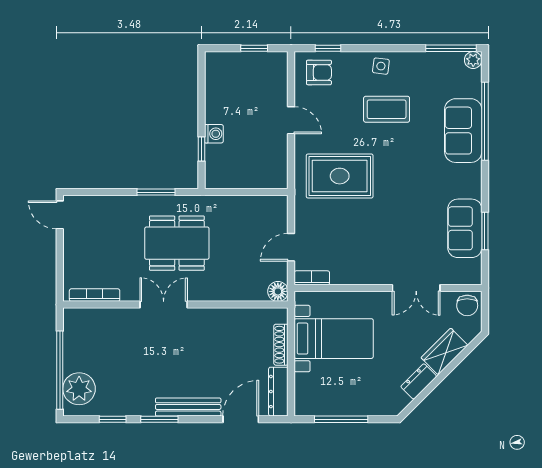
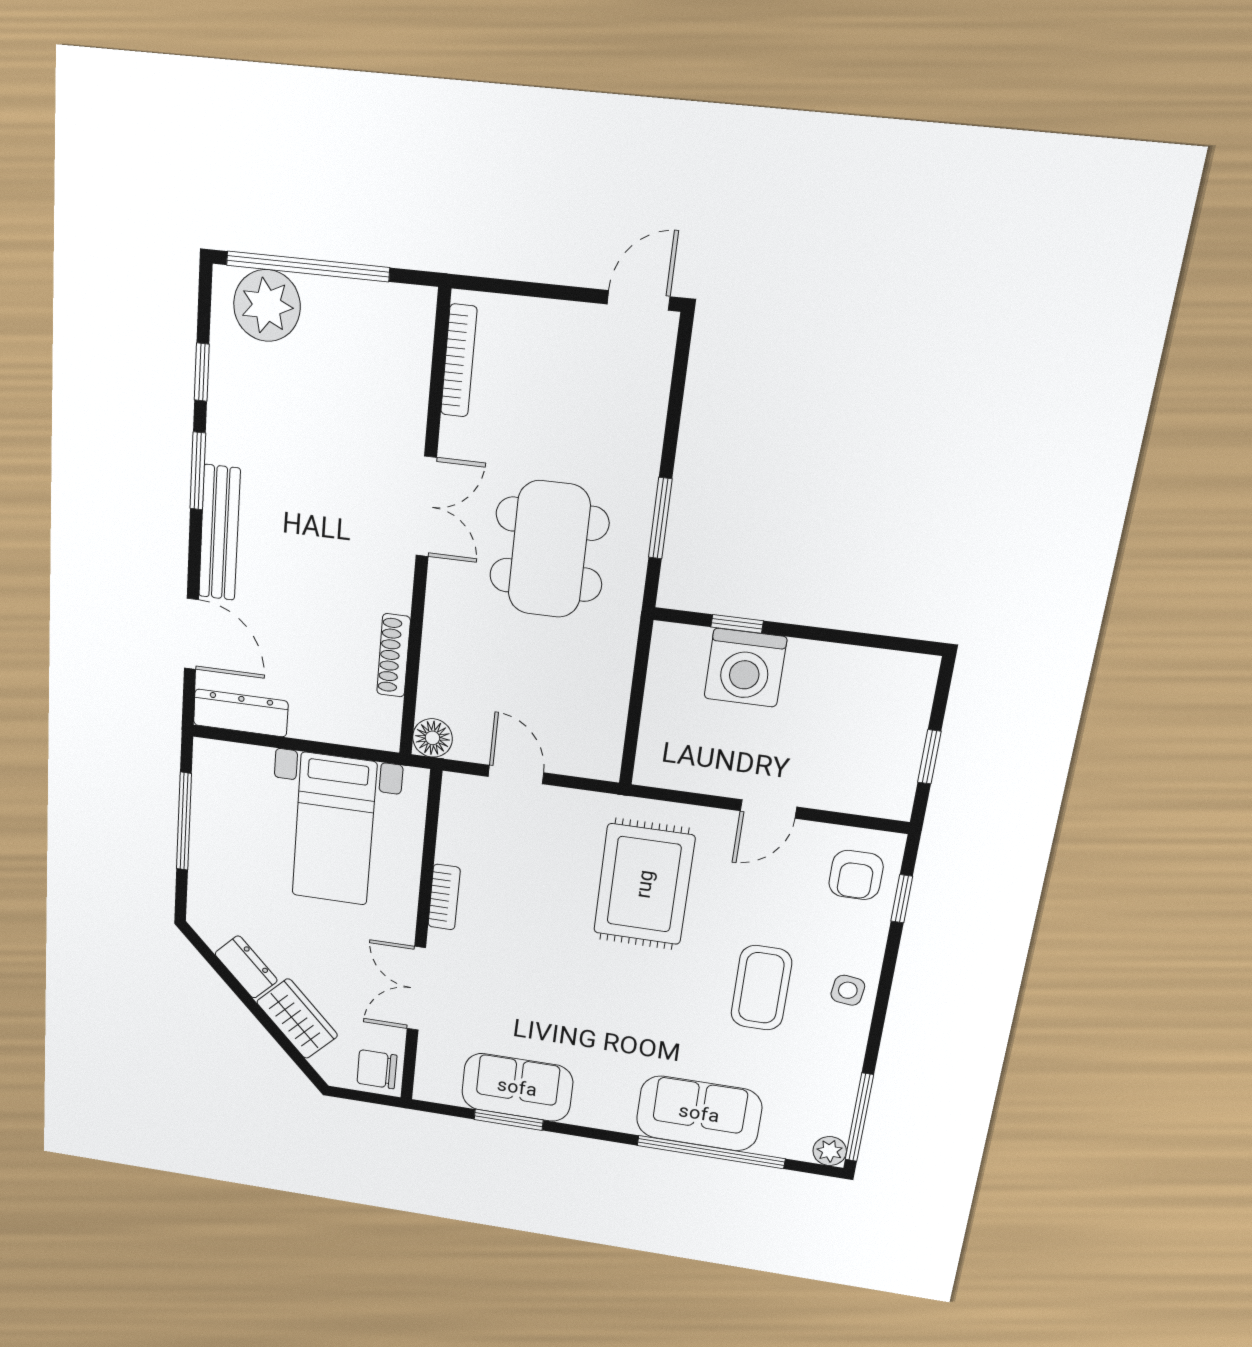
washing machine: (214, 134) -> (745, 668), width x1.89, depth x1.89
bookcase: (312, 278) -> (444, 897), moved
shoe rack: (281, 345) -> (394, 655), moved, turned -90

